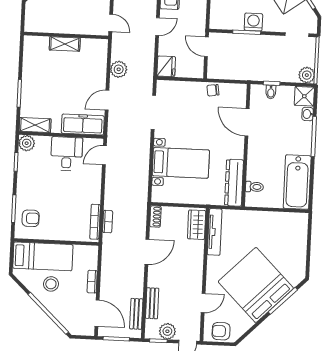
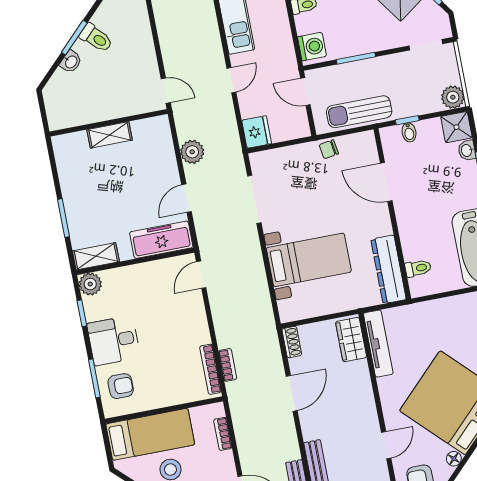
washing machine: (253, 22) -> (312, 47), moved, turned 90
sun lounger: (240, 70) -> (359, 112), added
desk: (67, 154) -> (114, 341), moved, turned -90
bookcase: (92, 282) -> (223, 434), moved
floor lamp: (247, 324) -> (454, 459), added

